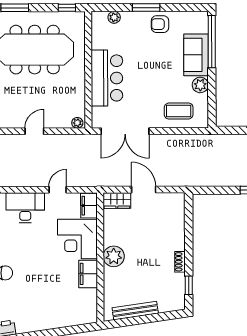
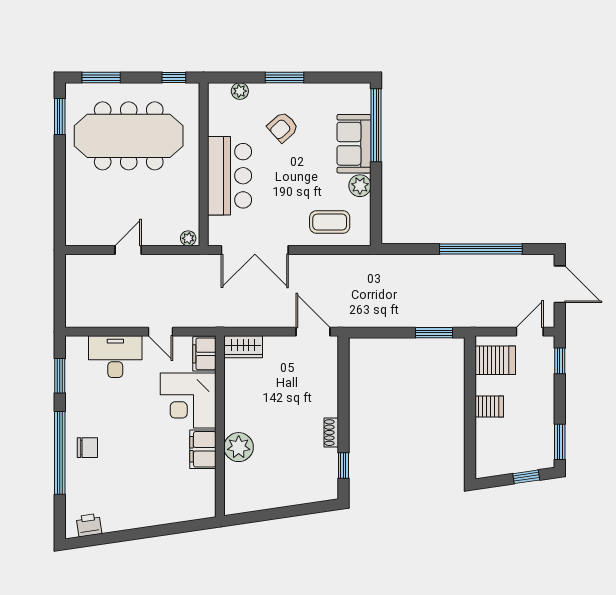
armchair: (160, 24) -> (283, 127), moved, turned -42
door: (58, 190) -> (160, 332), swing flipped
door: (144, 190) -> (313, 332), moved
plant: (114, 256) -> (239, 447), moved
bench: (135, 311) -> (269, 501), removed

